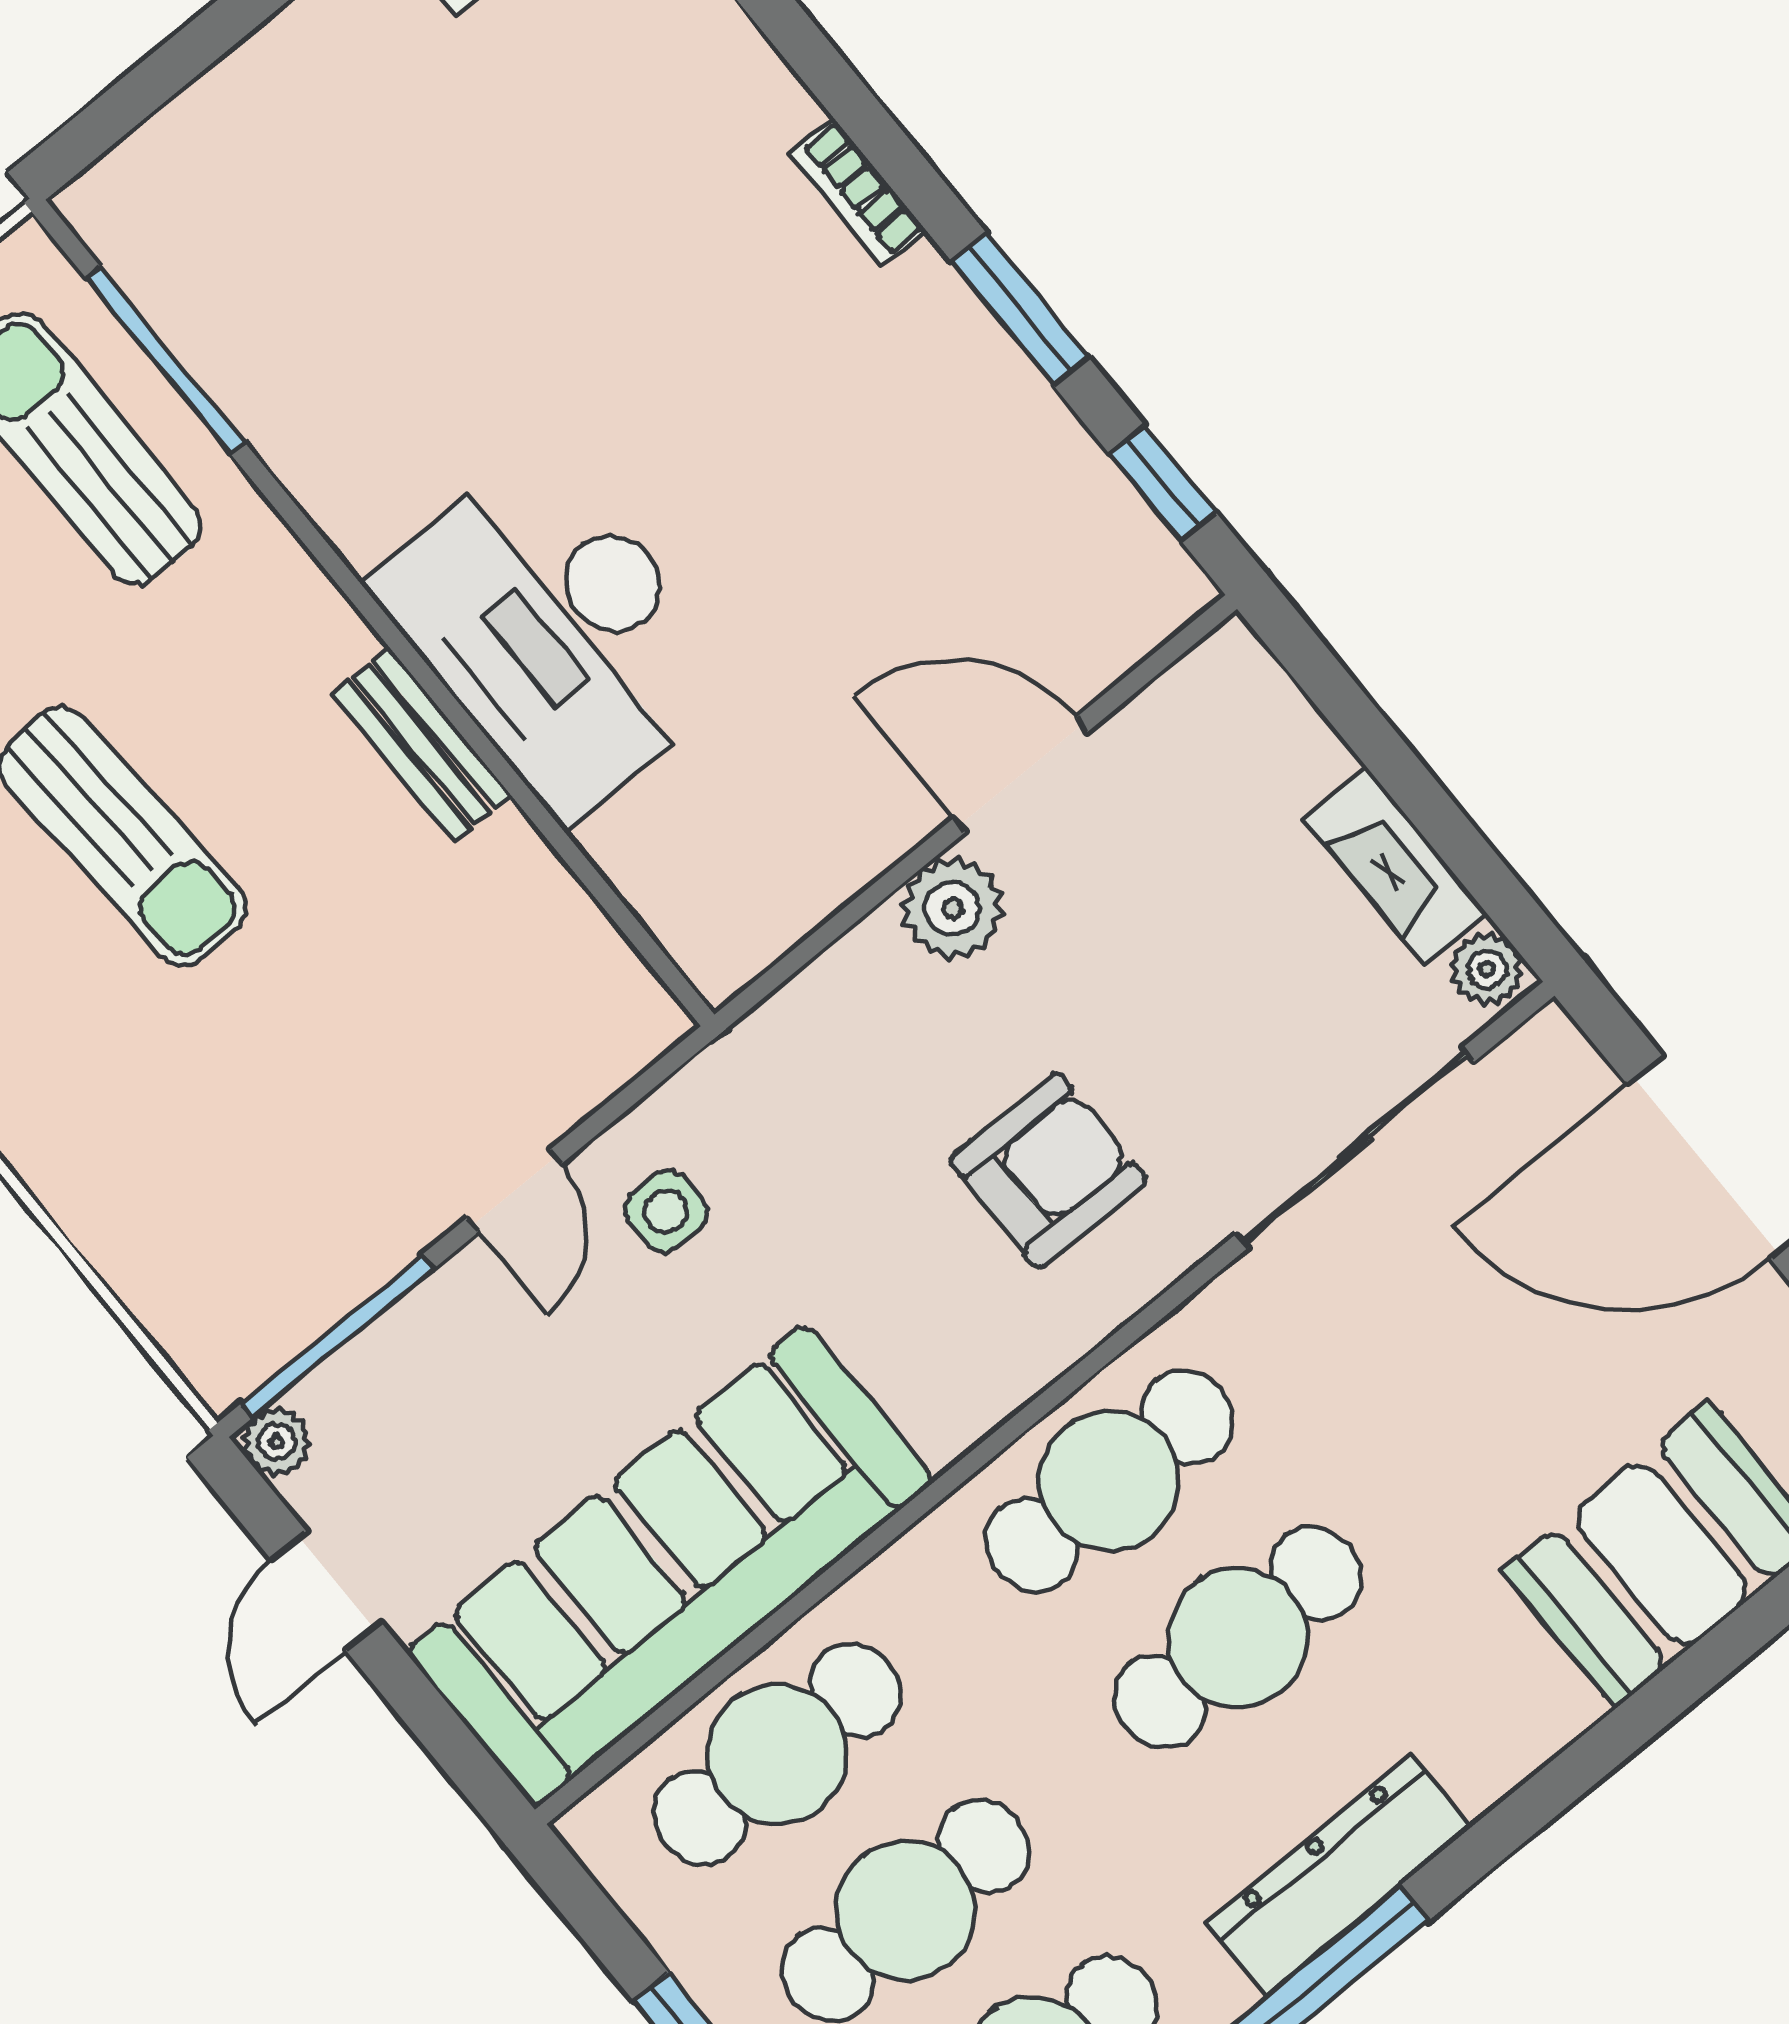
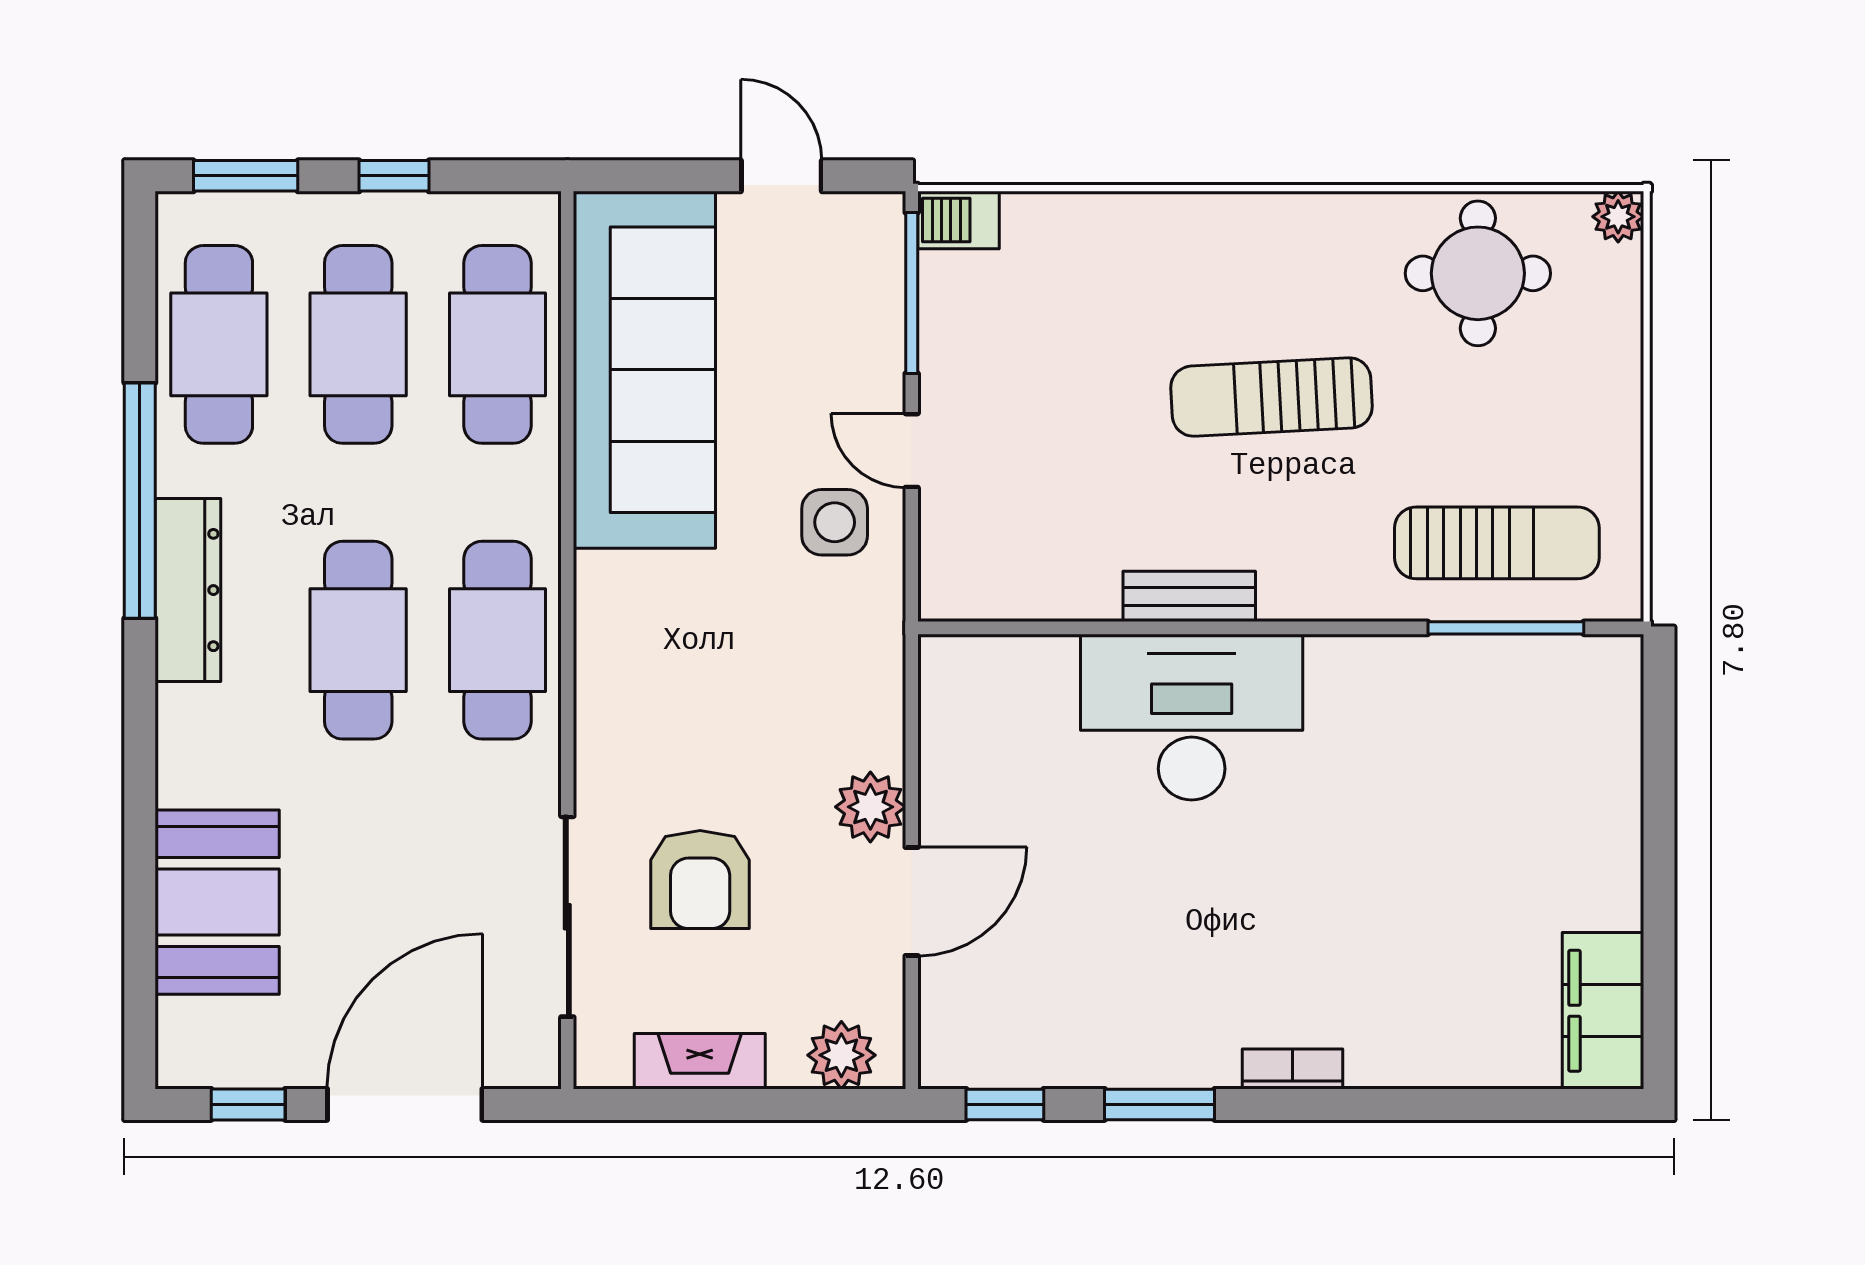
plant: (1487, 969) -> (841, 1055), moved, width x1.38, depth x1.38
armchair: (1048, 1170) -> (700, 880), moved
side table: (666, 1211) -> (835, 522), width x1.37, depth x1.37
barbecue: (212, 1351) -> (958, 220), added
plant: (276, 1442) -> (882, 215), removed

